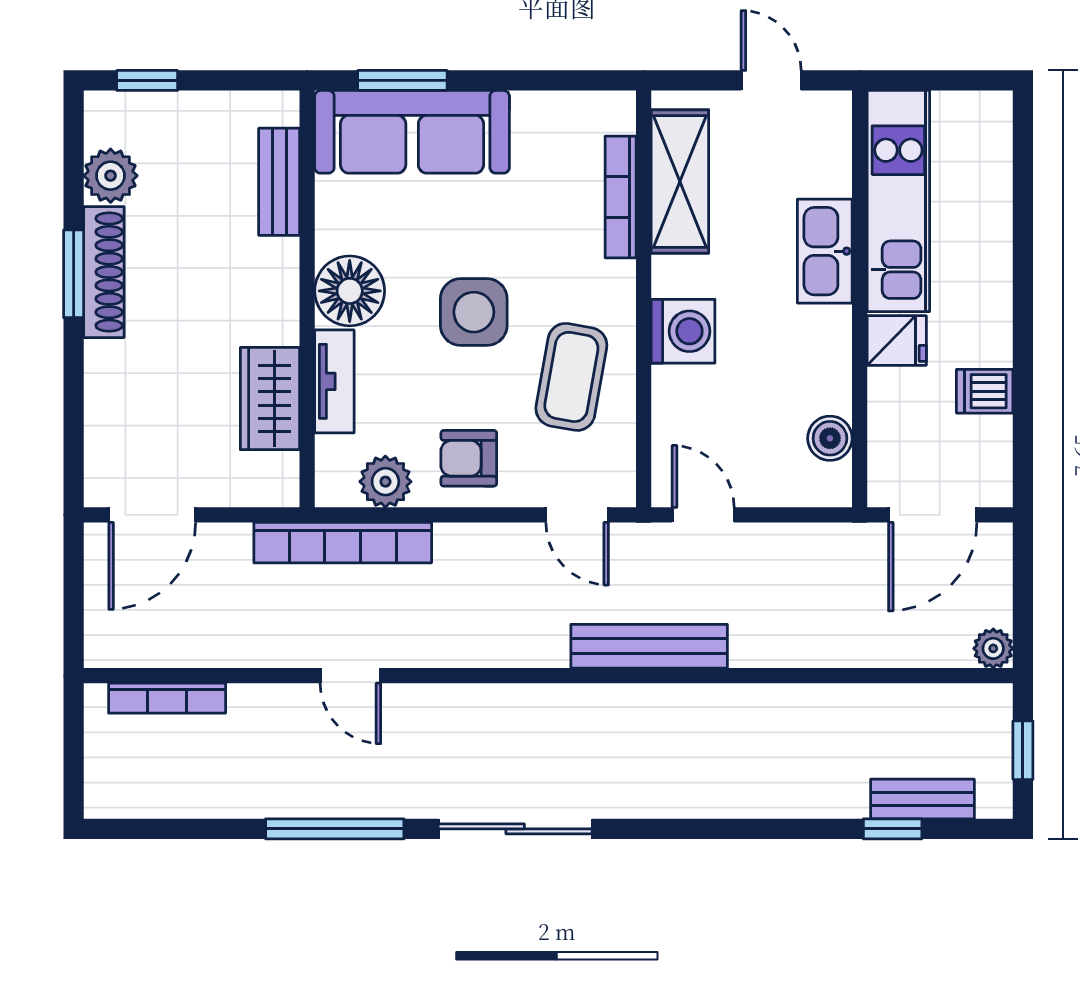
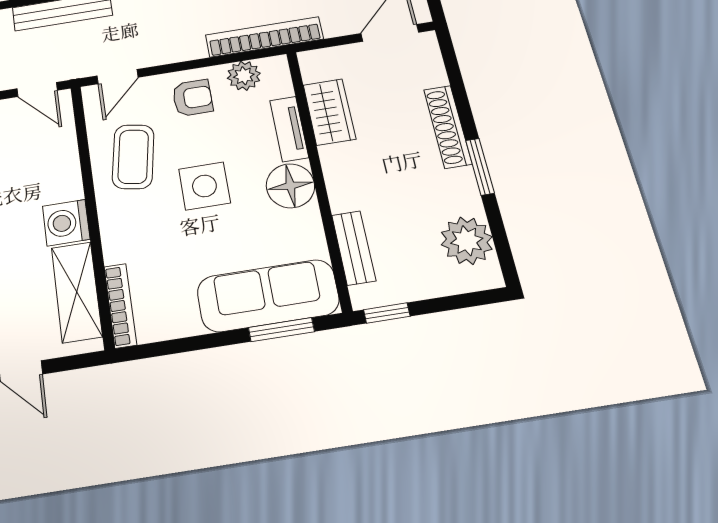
window: (147, 80) -> (387, 313), moved
plant: (111, 176) -> (467, 241), width x1.36, depth x1.36
bookcase: (621, 197) -> (120, 306), moved
shoe rack: (104, 272) -> (448, 127), moved
washing machine: (683, 331) -> (66, 223), moved
door: (577, 515) -> (118, 77), swing flipped

